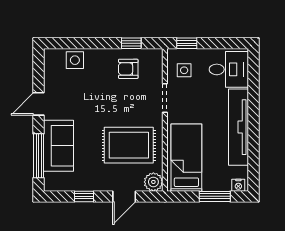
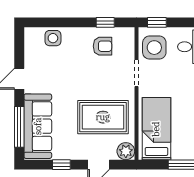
armchair: (128, 69) -> (102, 46), turned 180
side table: (184, 70) -> (154, 48), width x1.87, depth x1.87
sofa: (59, 146) -> (38, 126), width x1.36

